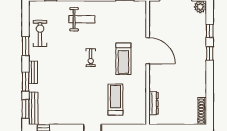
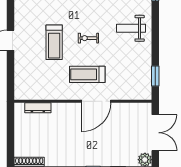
weight bench: (82, 19) -> (131, 28), turned 90
treadmill: (115, 100) -> (54, 42), moved, turned 90

